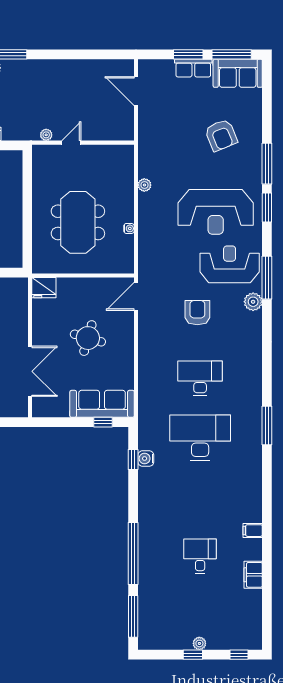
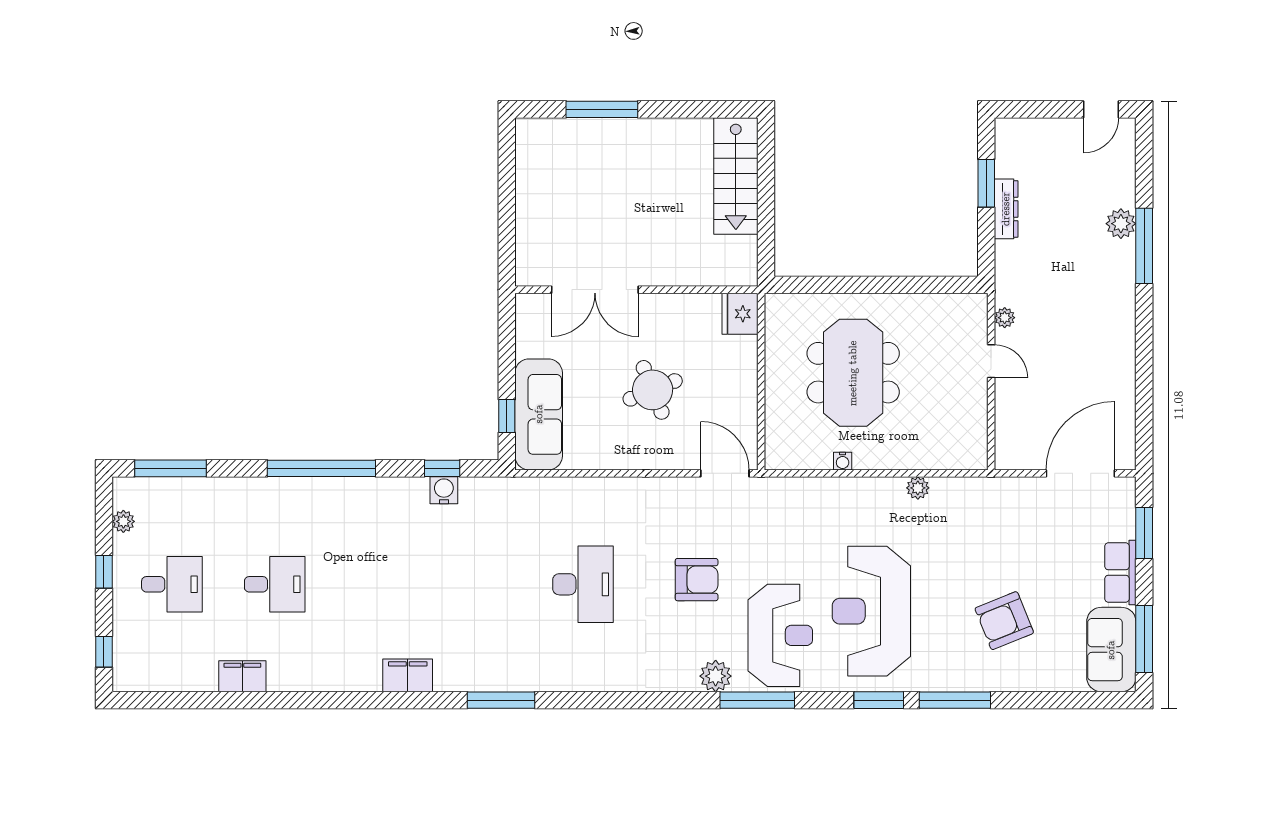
window: (188, 54) -> (1144, 533), moved
door: (136, 91) -> (1080, 473), width x1.36
meeting table: (78, 222) -> (853, 373), turned 90
round table: (88, 338) -> (653, 390), turned -38
desk: (200, 438) -> (172, 584), moved, width x0.53, depth x0.77
filing cabinet: (253, 531) -> (408, 675), moved, width x2.00
window: (133, 553) -> (321, 468), moved
plant: (199, 643) -> (123, 521), moved

